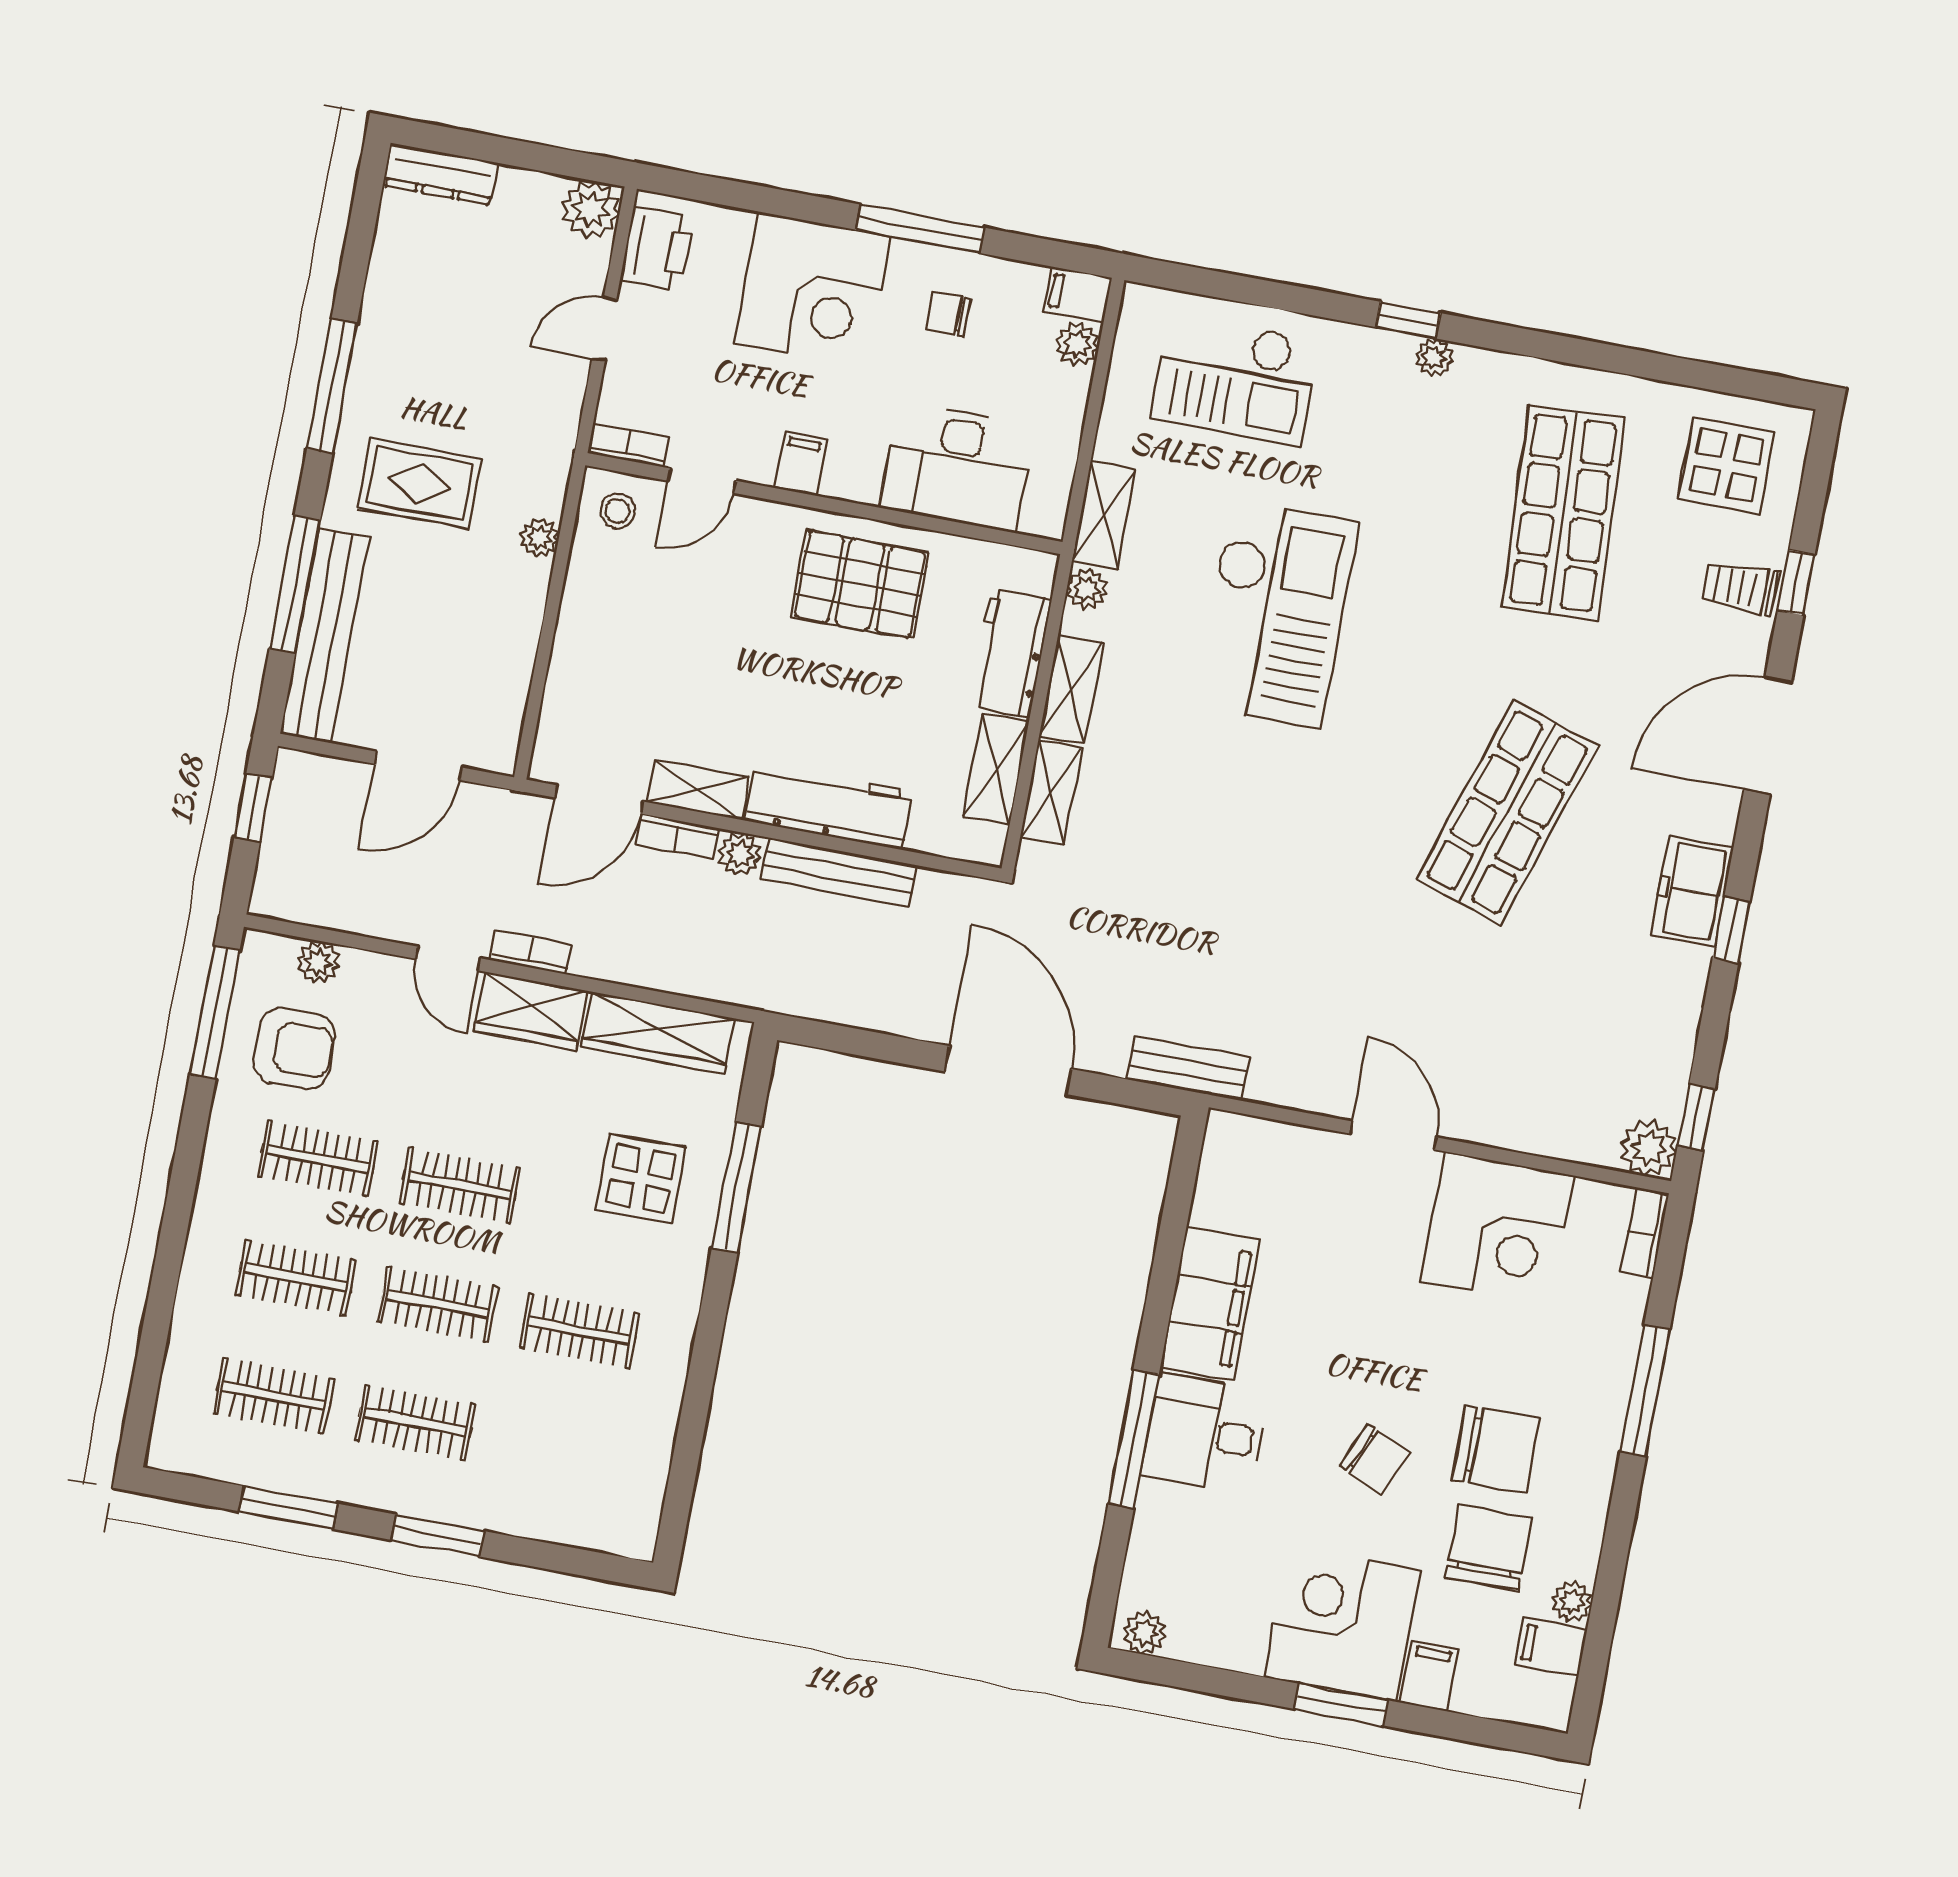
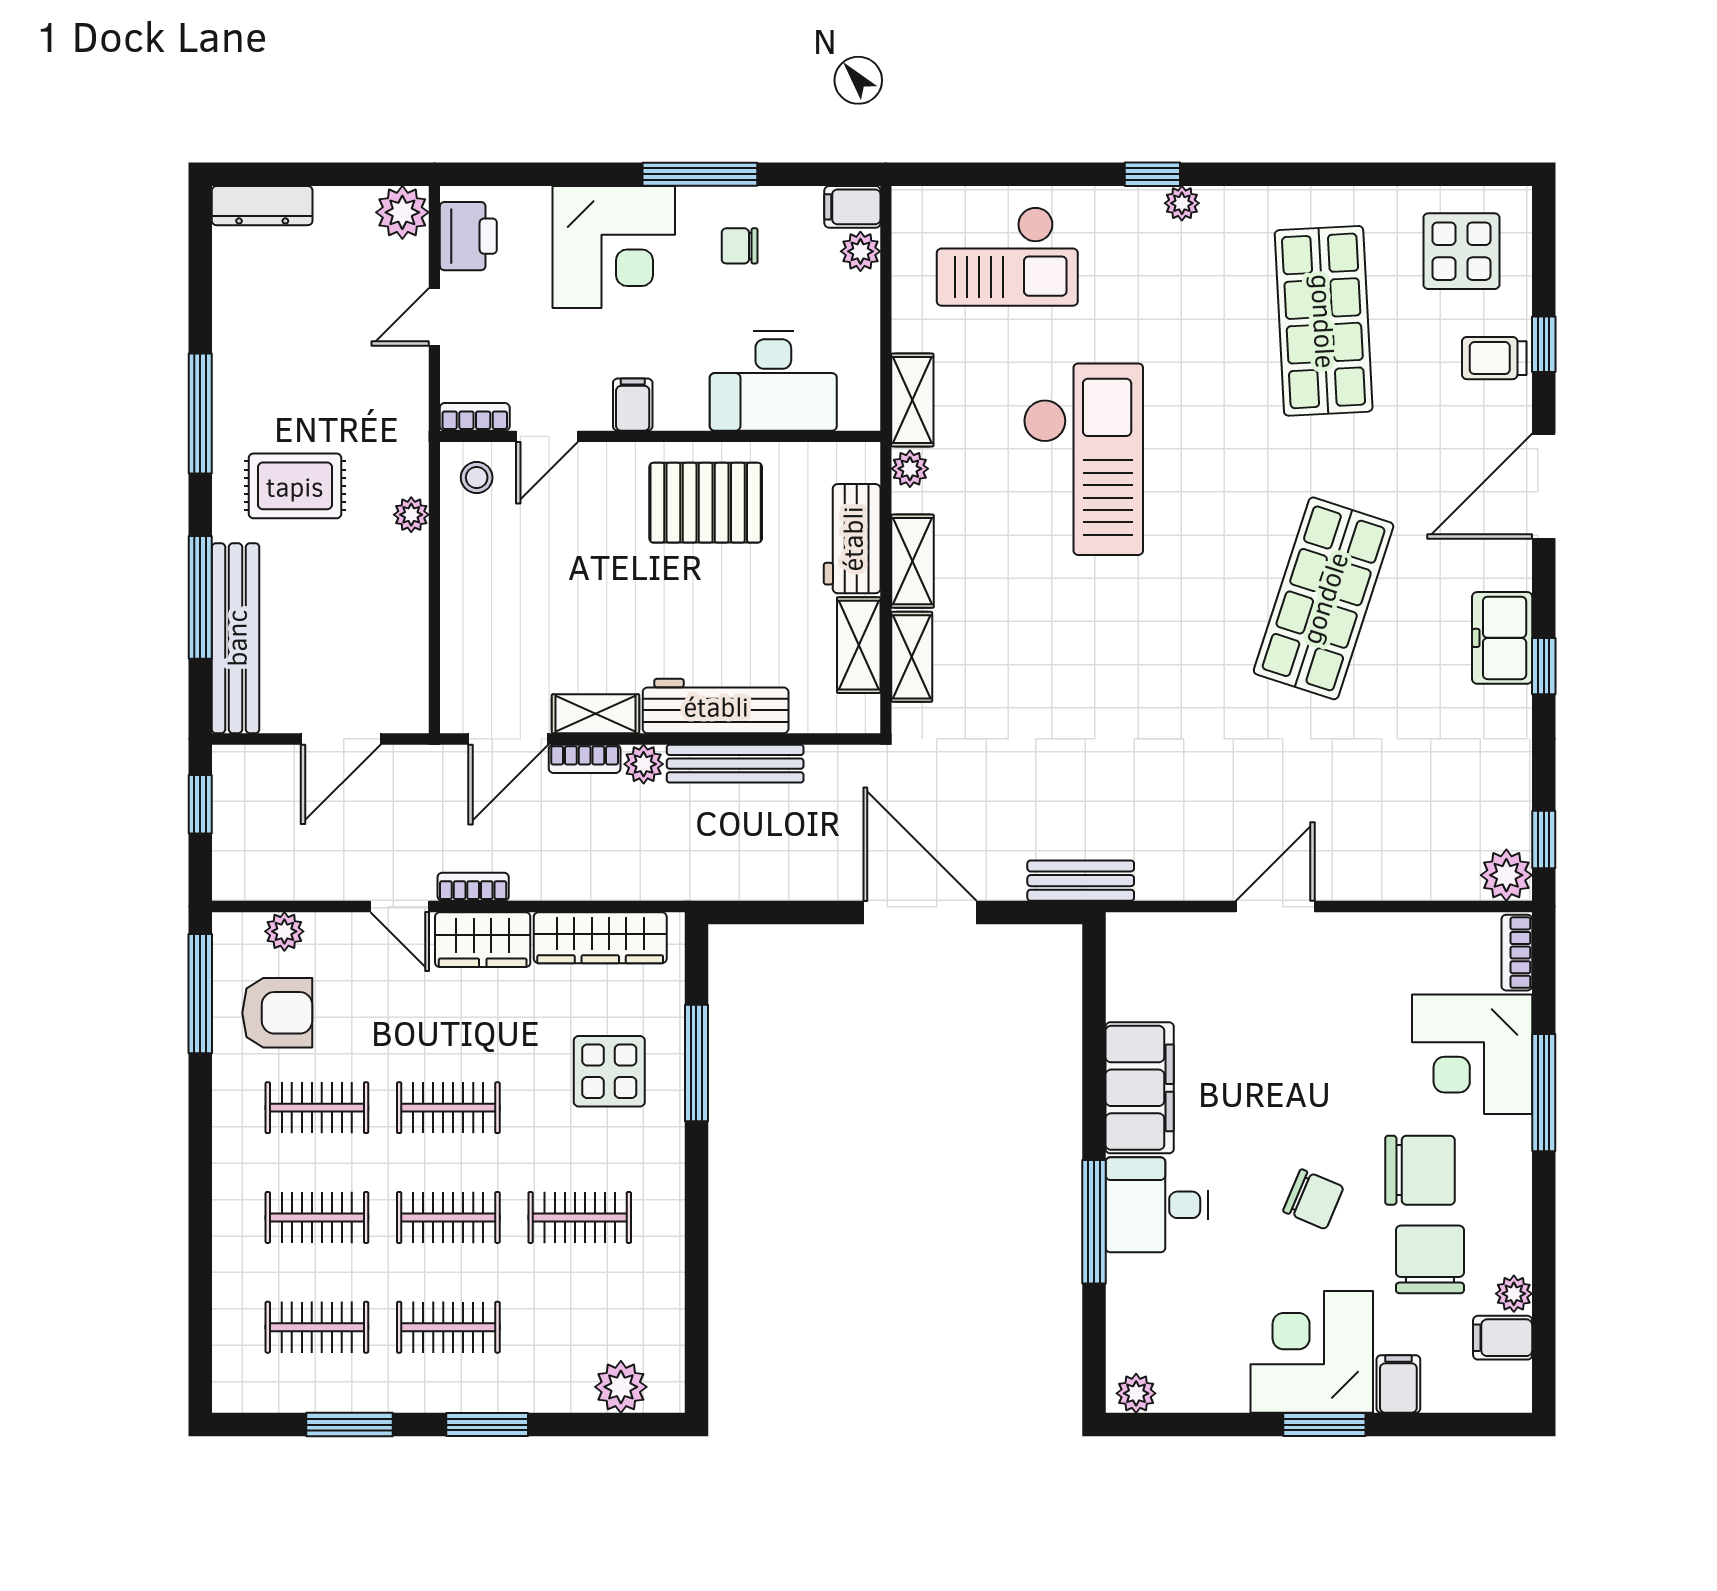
door: (1393, 1135) -> (1275, 907), hinge flipped
corner desk: (1497, 1228) -> (1472, 1054), moved, turned 90
plant: (589, 1522) -> (621, 1387), added

